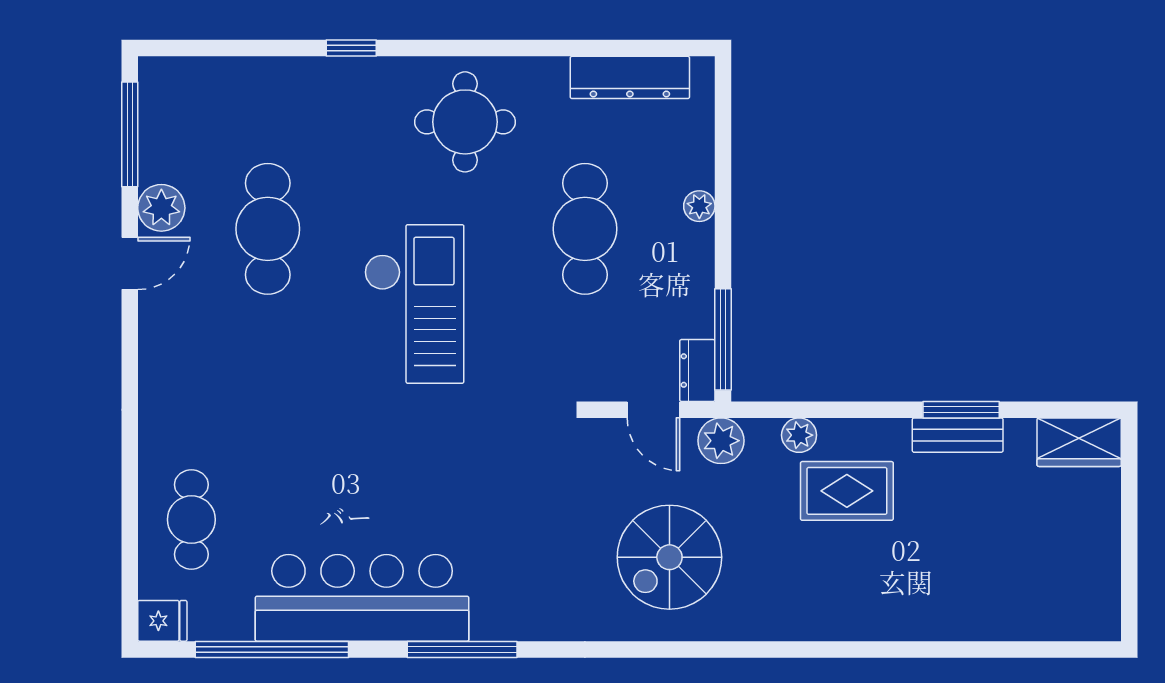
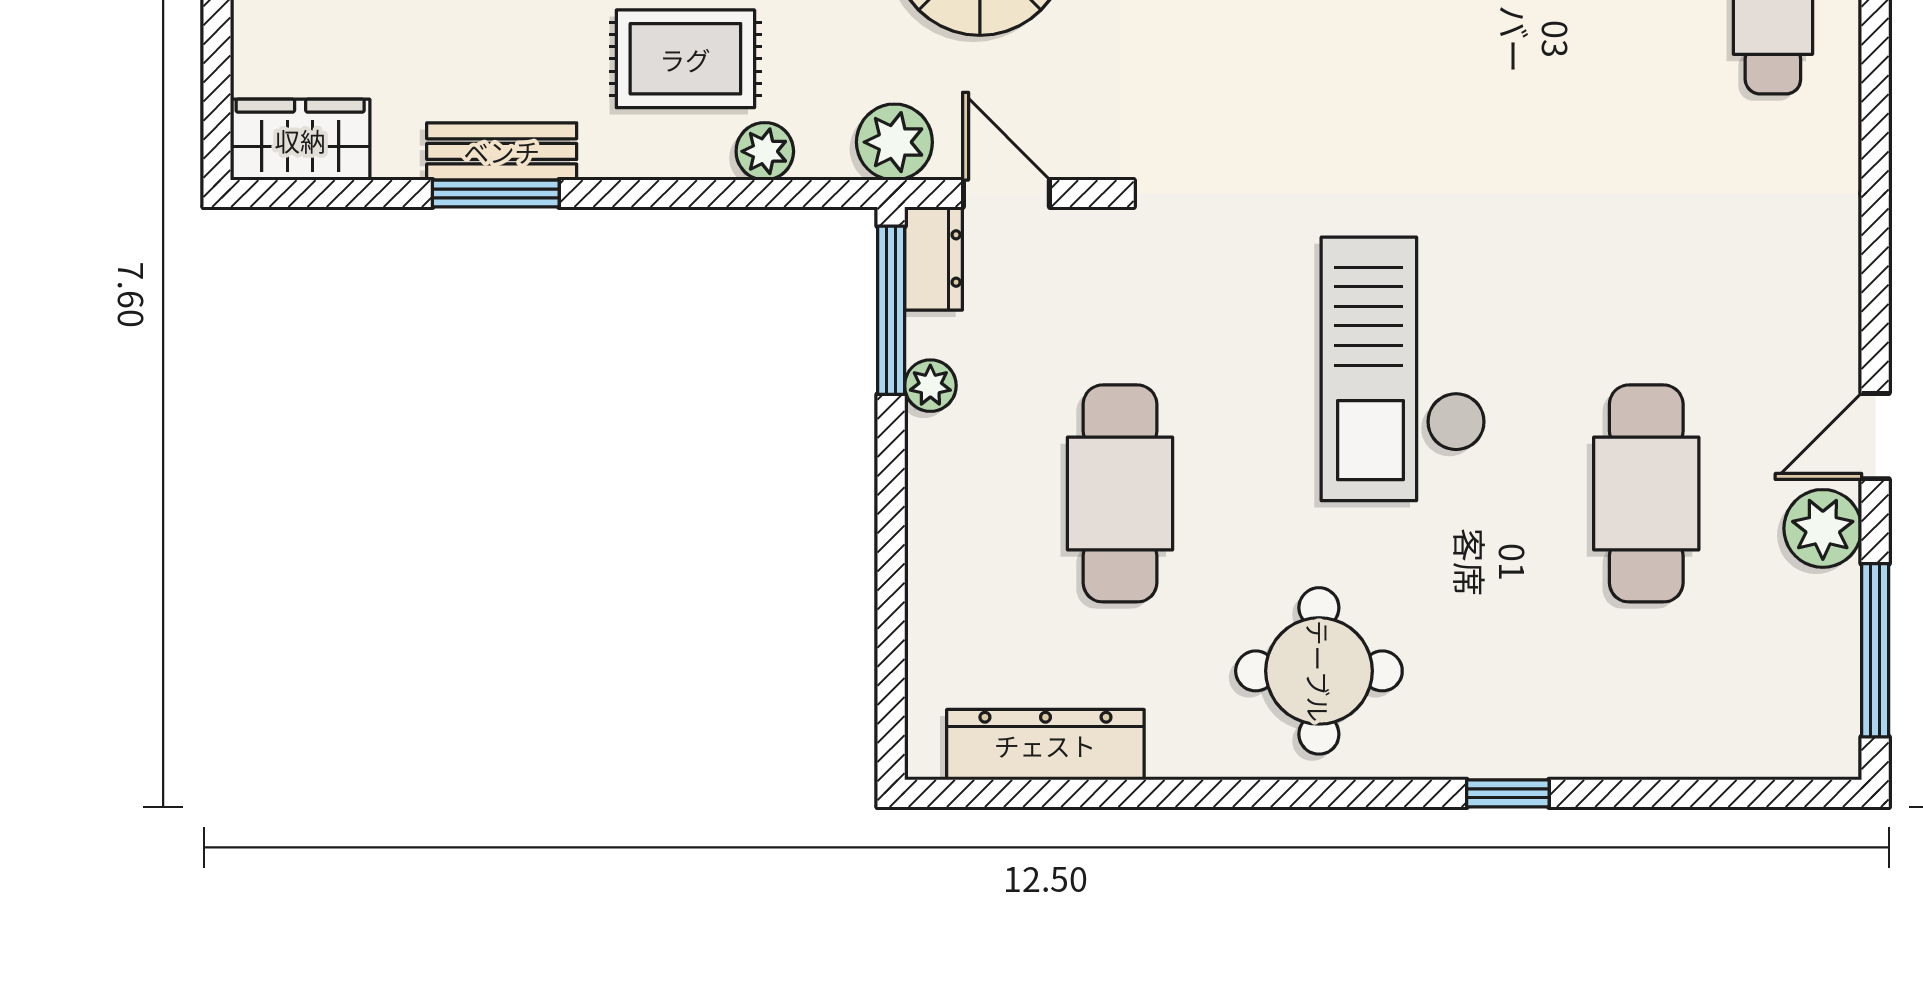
plant: (699, 206) -> (930, 386), moved

